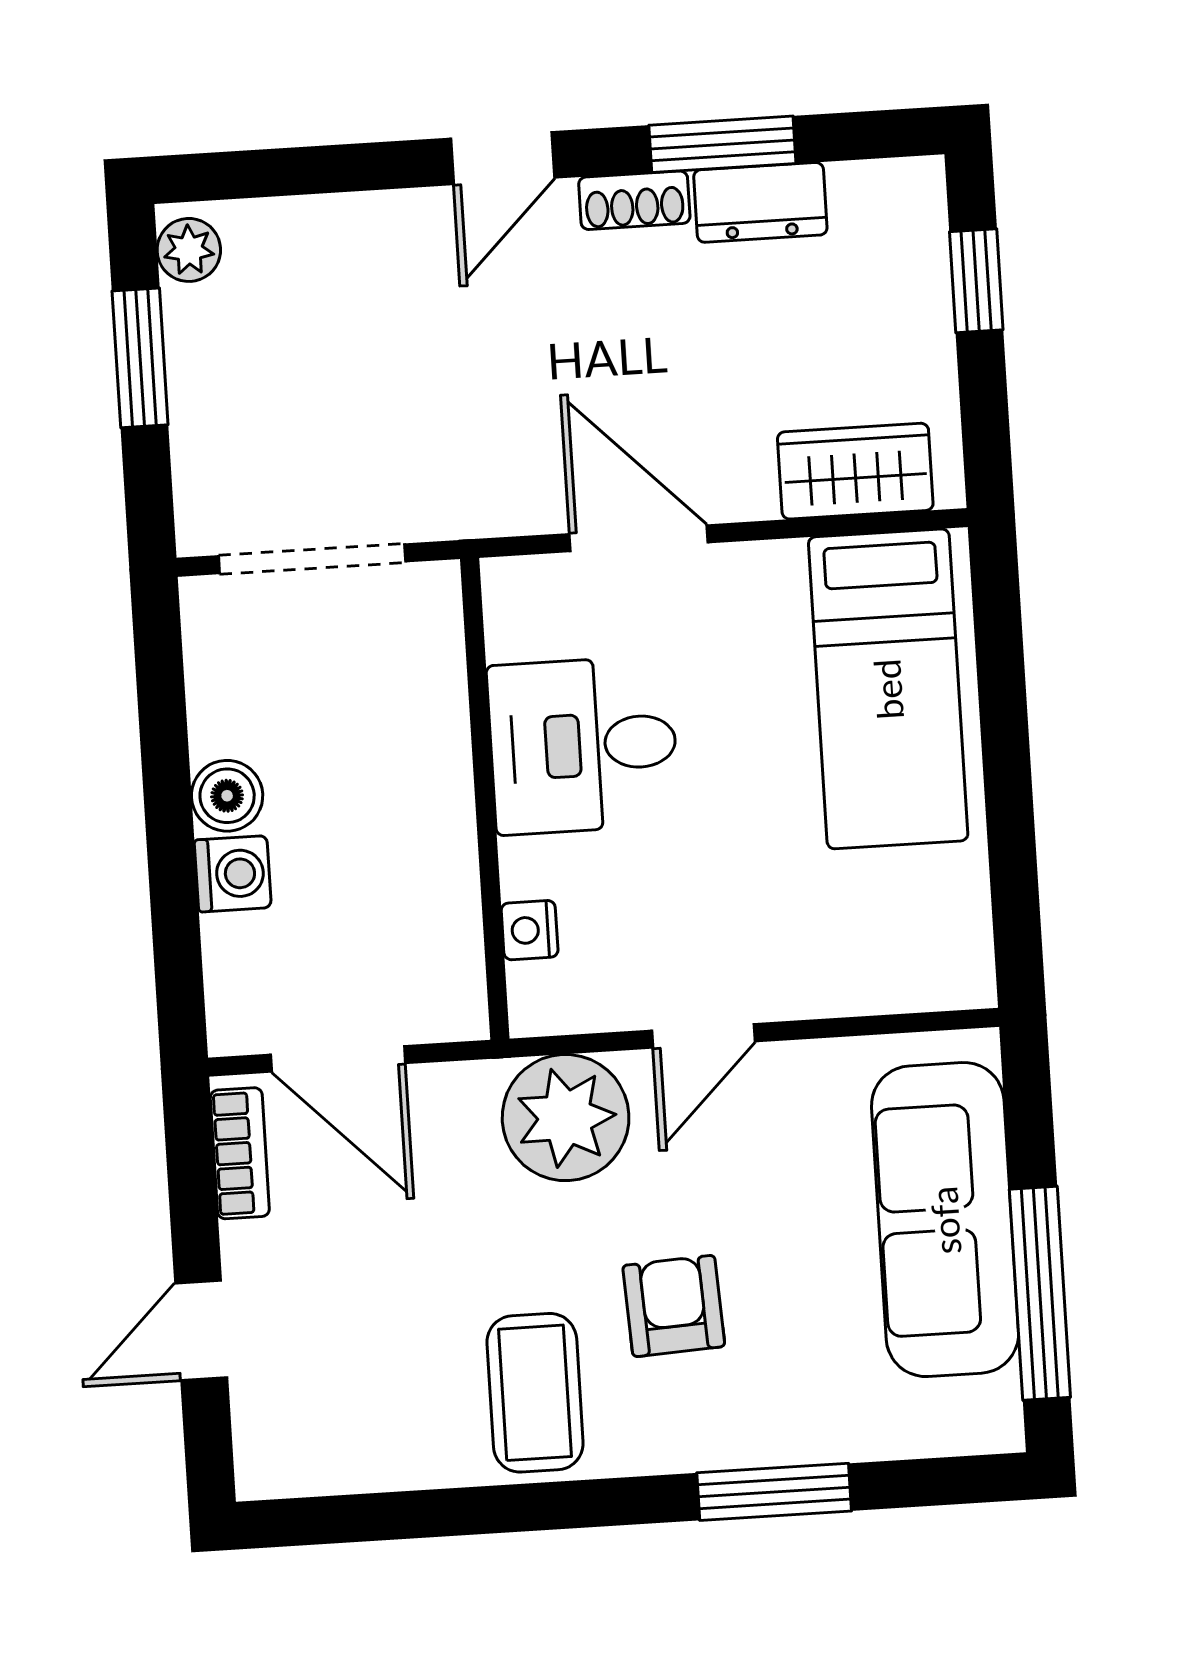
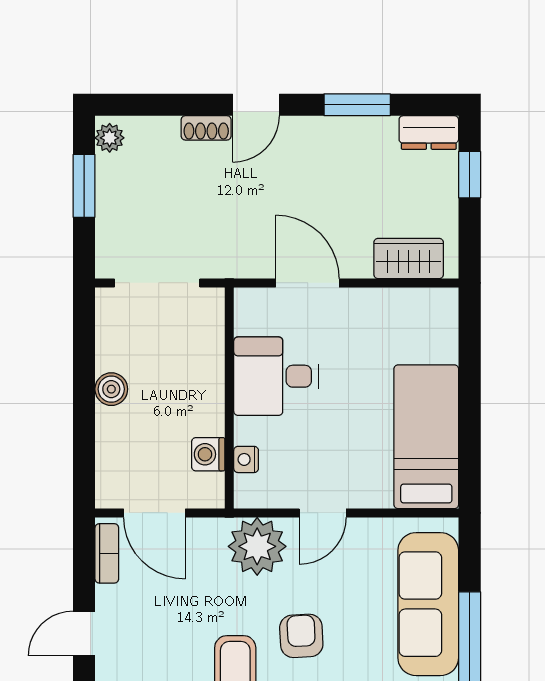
shoe rack: (634, 200) -> (206, 128), moved
dresser: (760, 202) -> (429, 132), moved
bed: (888, 689) -> (426, 437), moved, turned 180
washing machine: (233, 874) -> (208, 454), moved, turned 180

